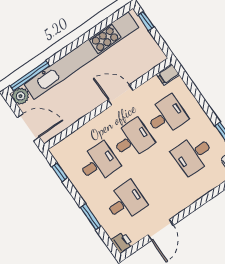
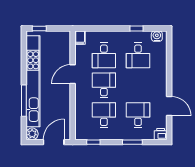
window: (30, 76) -> (24, 101), moved
desk: (166, 116) -> (104, 55), turned 180

